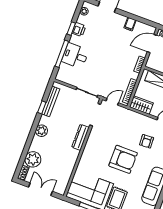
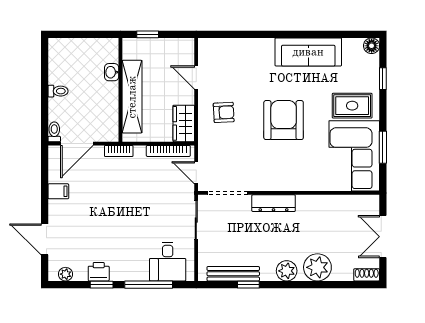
door: (152, 44) -> (77, 144), hinge flipped
desk: (75, 56) -> (168, 262), moved
armchair: (147, 141) -> (224, 112), moved
plant: (33, 159) -> (317, 267), moved

